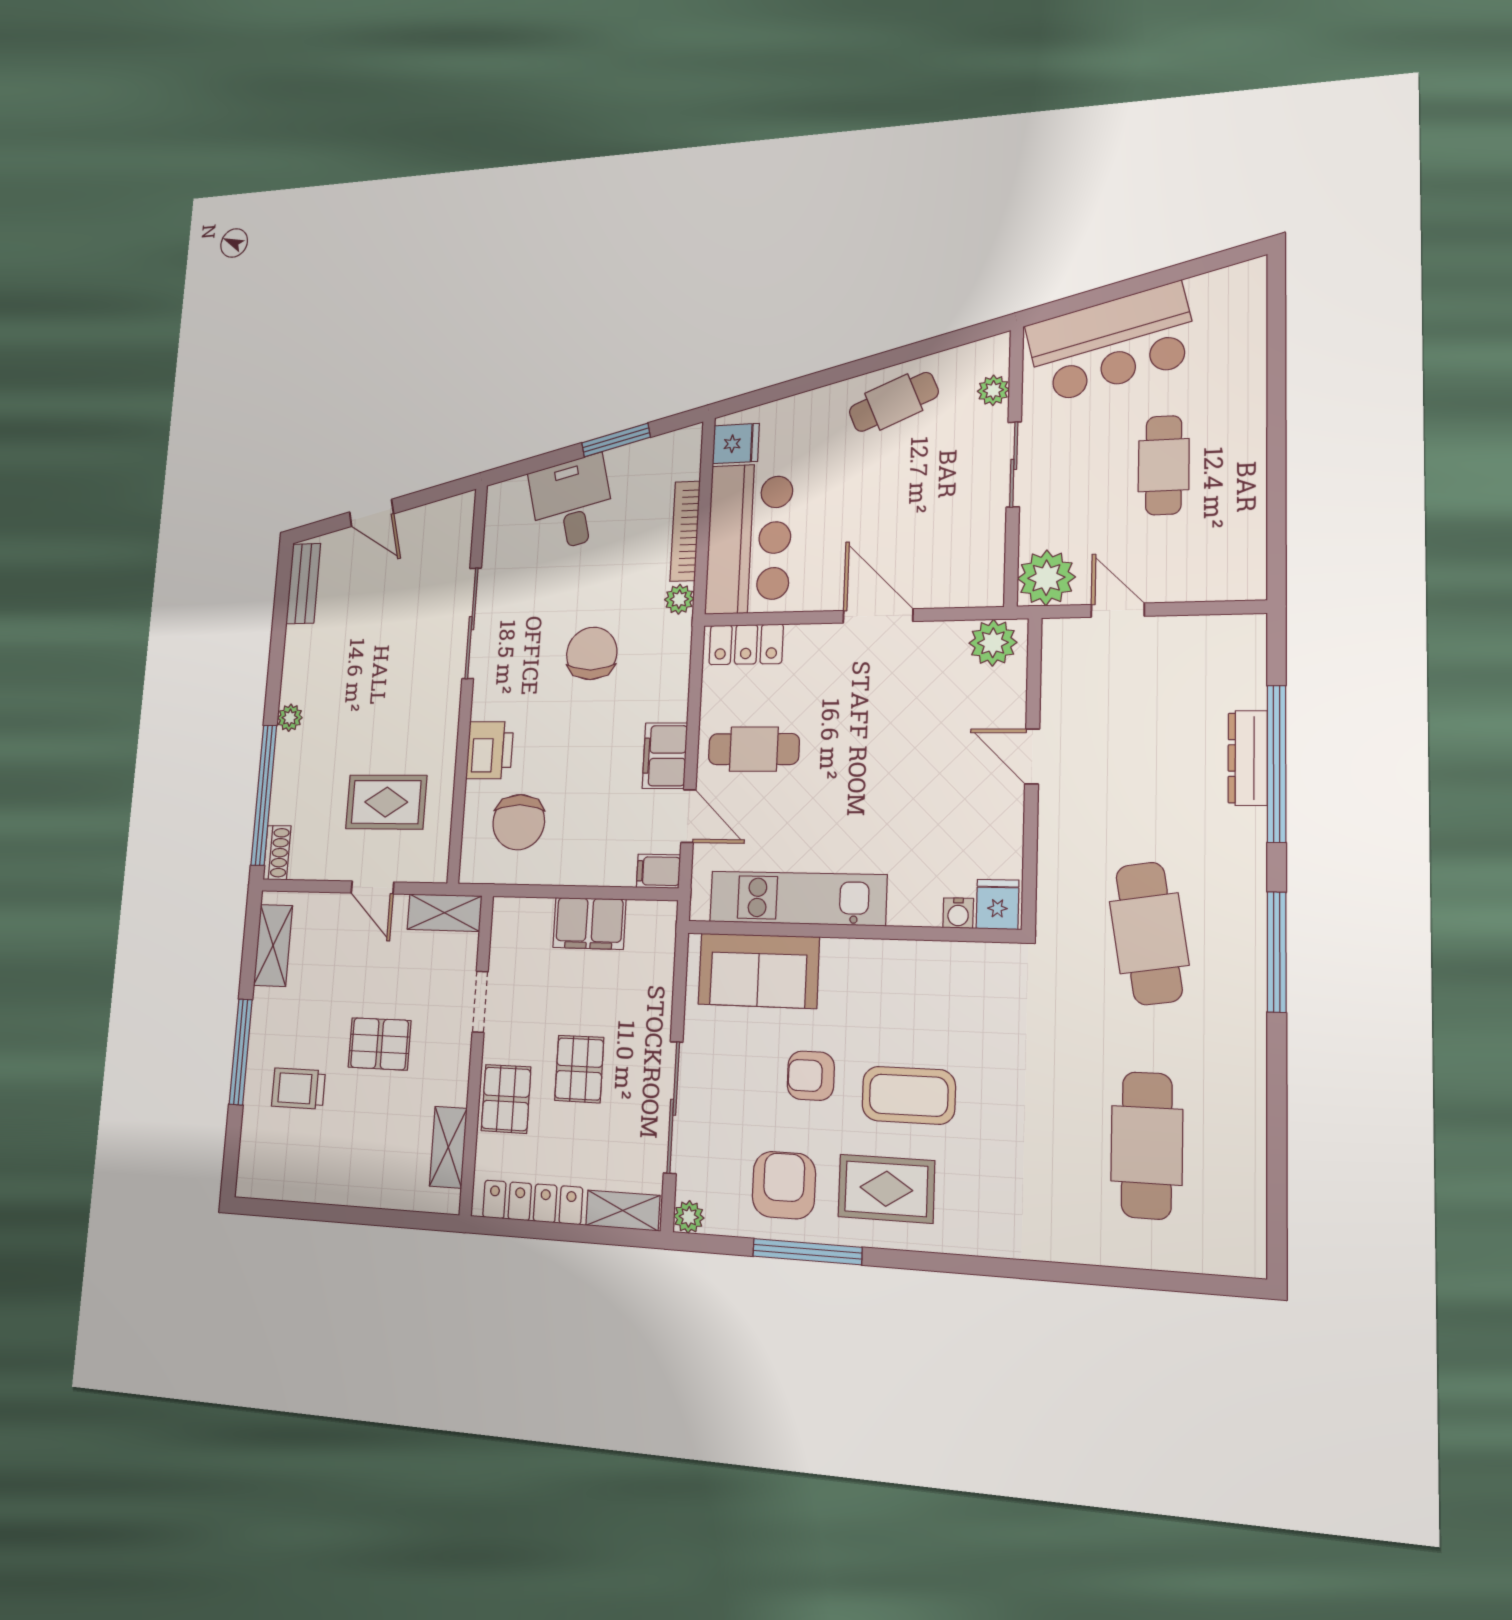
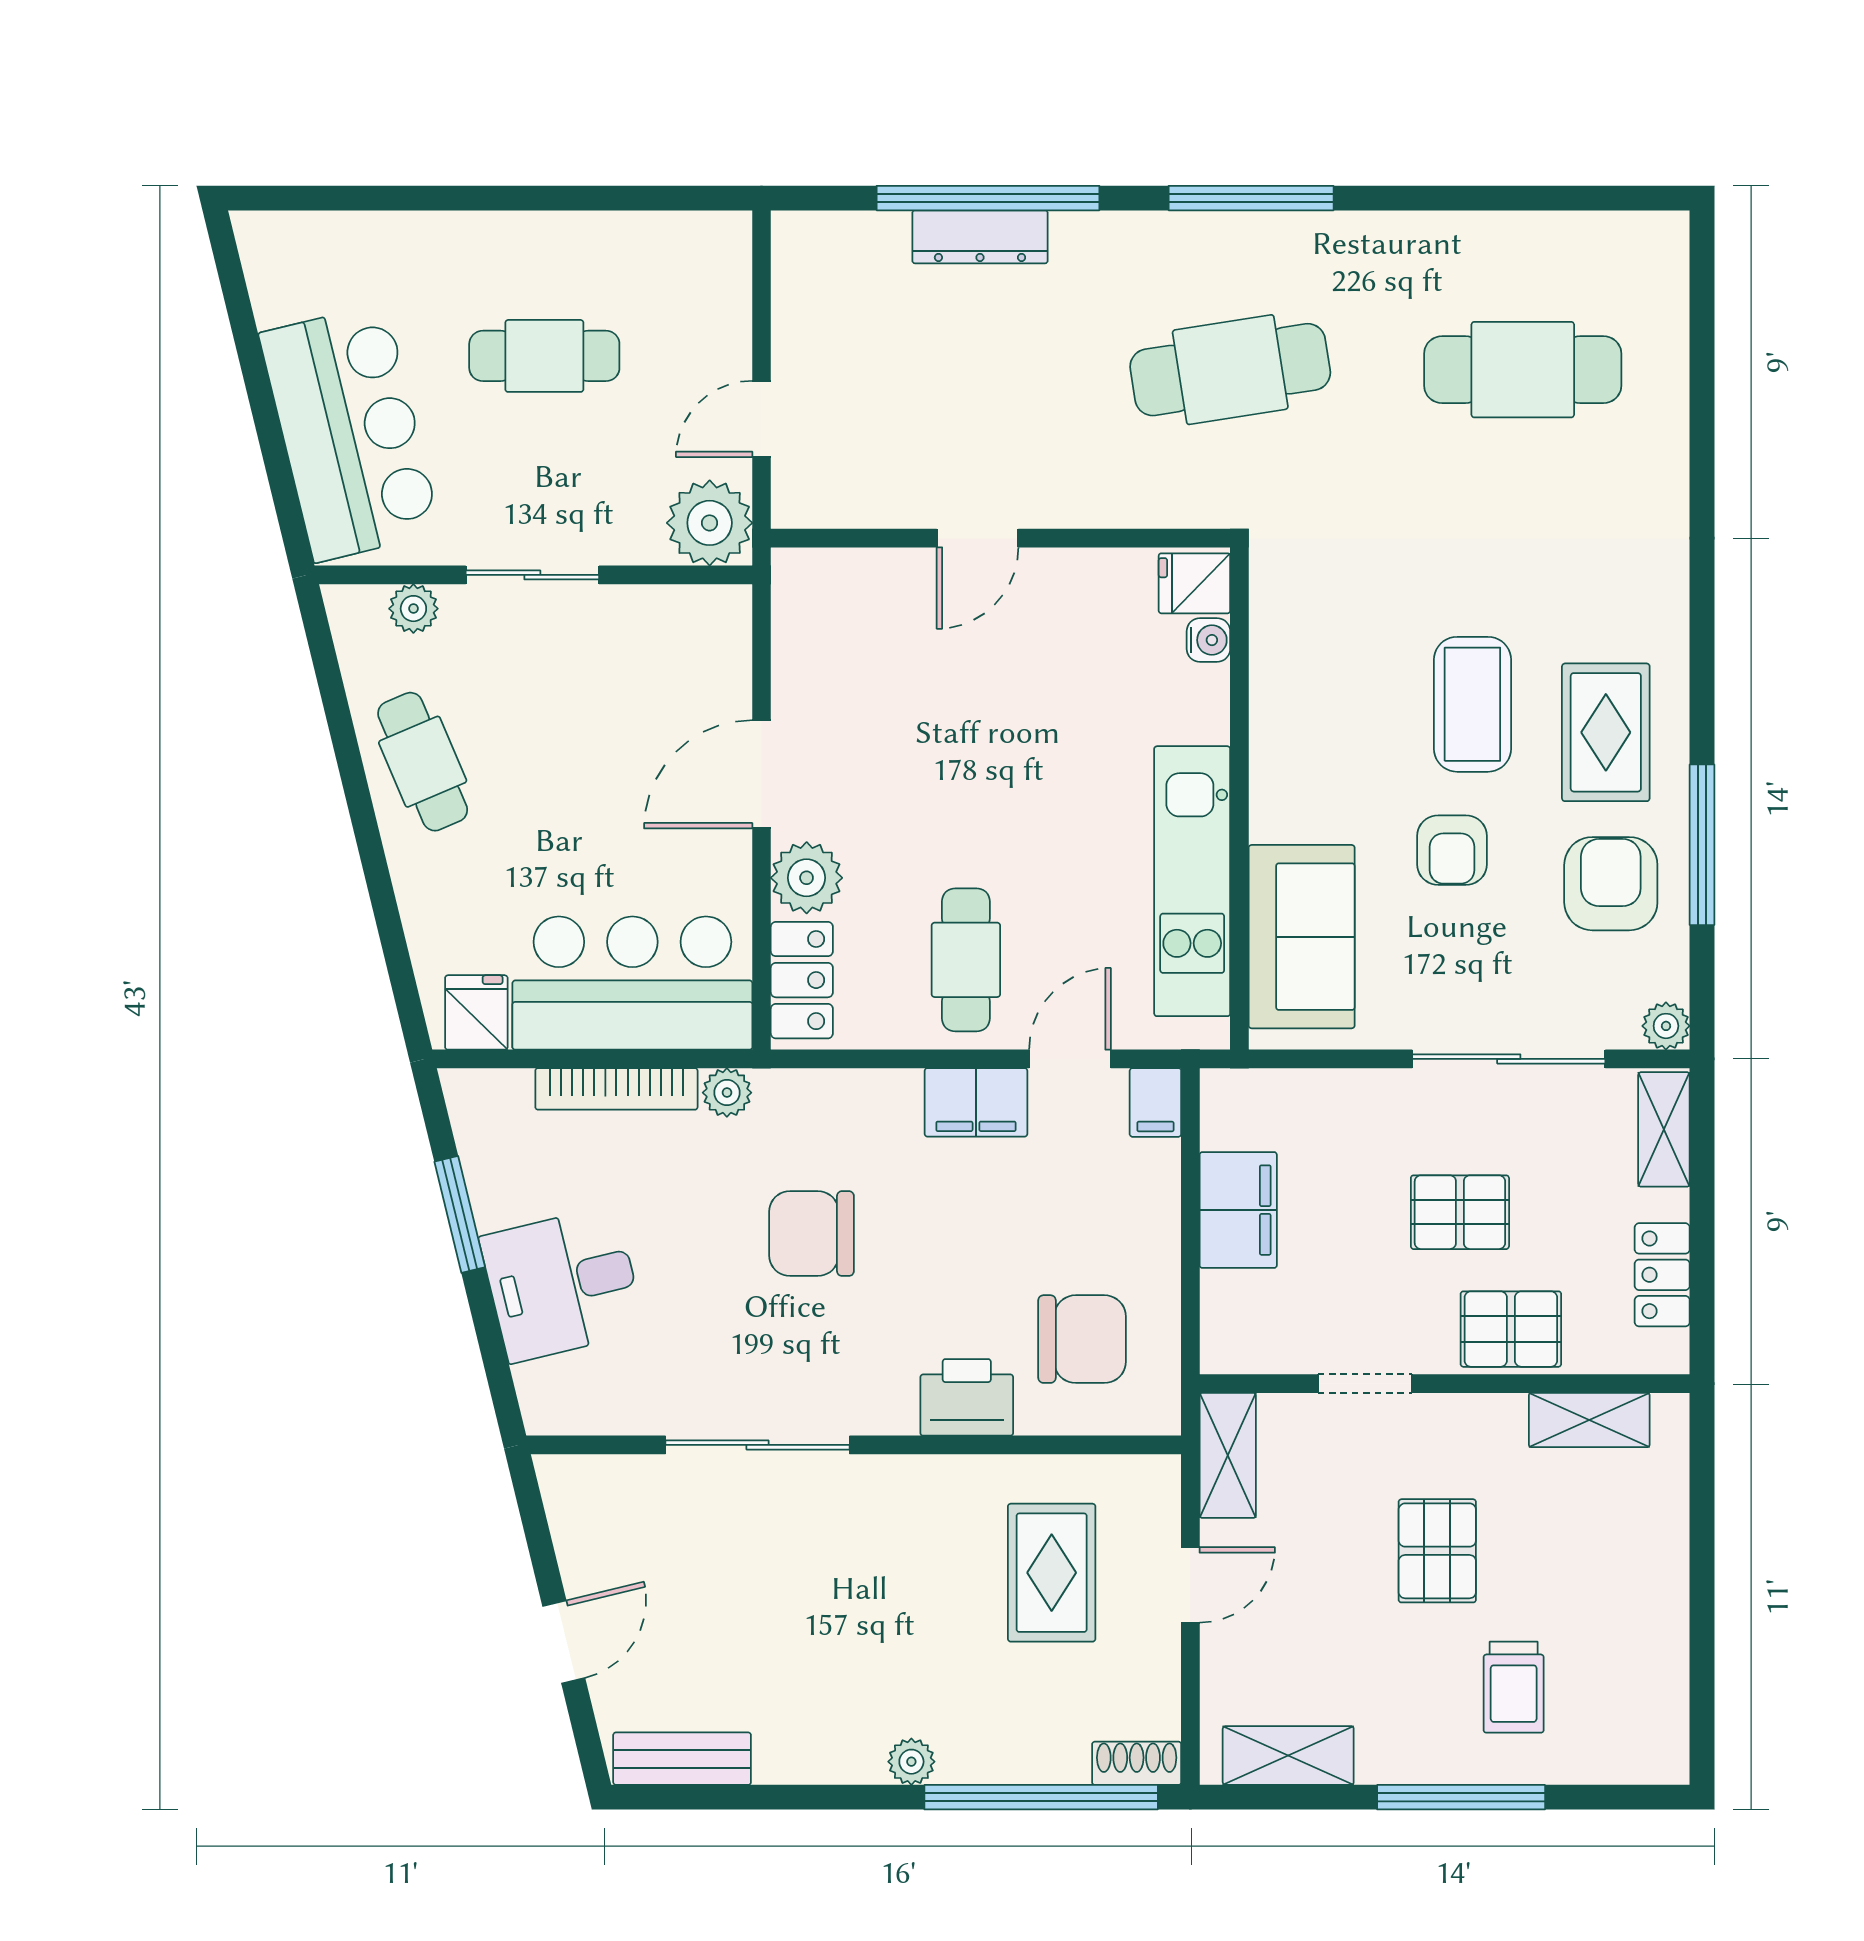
plant: (993, 643) -> (807, 878), moved
armchair: (784, 1185) -> (1611, 884), turned 90
locker: (532, 1202) -> (1662, 1275), width x0.66

